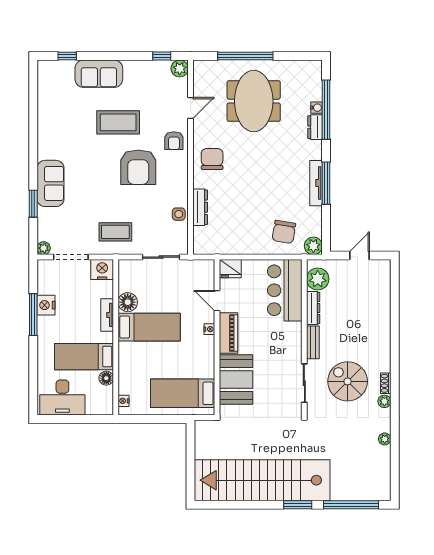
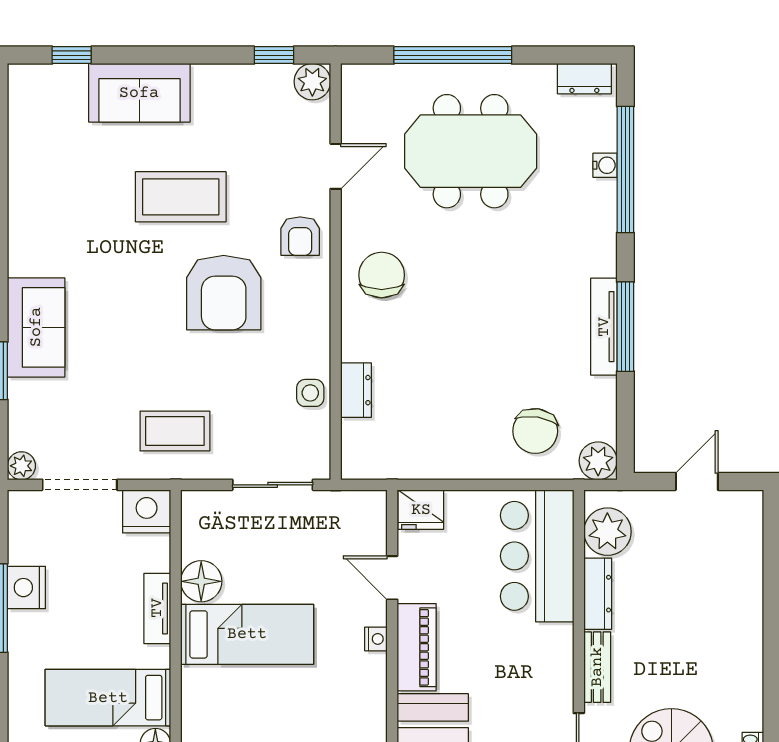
meeting table: (254, 101) -> (471, 151), turned 90
dresser: (315, 127) -> (584, 79), moved, turned -90
dresser: (200, 207) -> (356, 390), width x0.70

